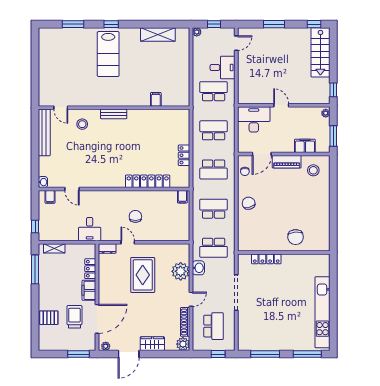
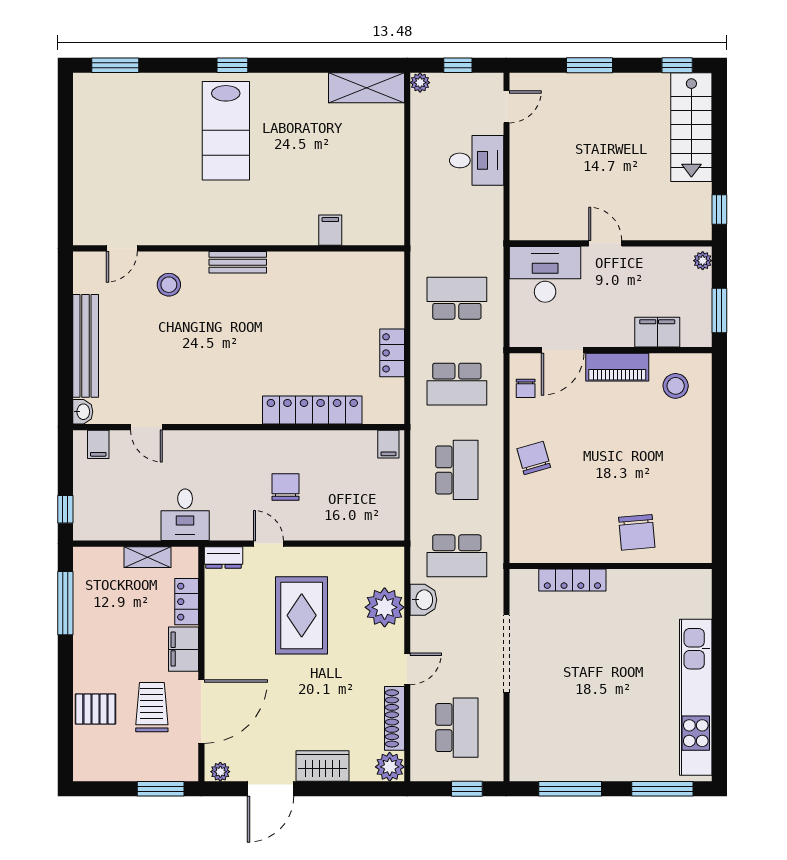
window: (73, 24) -> (115, 65), moved
shelving: (158, 34) -> (366, 88), moved
school desk: (214, 91) -> (457, 212), removed
door: (61, 108) -> (122, 248), hinge flipped
bench: (44, 132) -> (86, 346), moved
school desk: (214, 209) -> (457, 470), turned 90
shelving: (54, 248) -> (148, 557), moved

